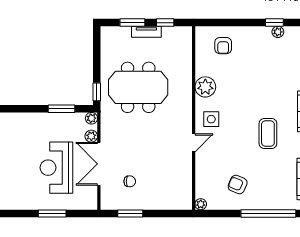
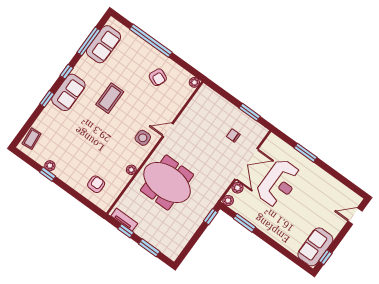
tv unit: (146, 32) -> (124, 220), moved
meeting table: (138, 87) -> (167, 182), moved
plant: (205, 87) -> (131, 170), width x0.53, depth x0.53

